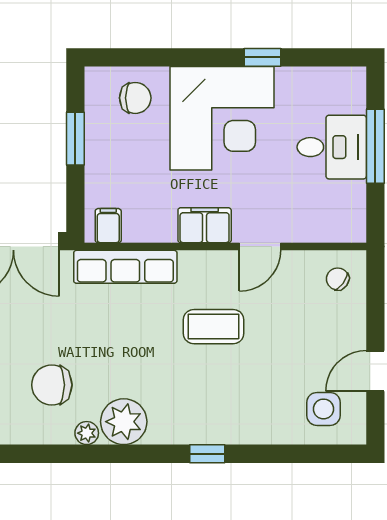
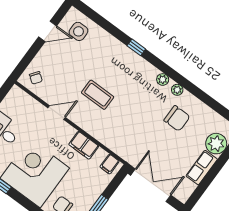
filing cabinet: (205, 225) -> (84, 145), moved
row of seats: (125, 267) -> (115, 143), removed
plant: (124, 422) -> (163, 79), width x0.53, depth x0.53

